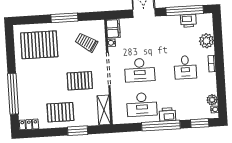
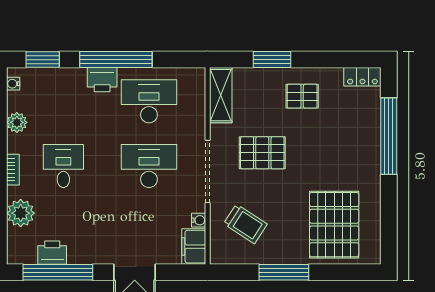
pallet: (39, 45) -> (334, 225), turned 90
plant: (212, 100) -> (17, 122), moved
pallet: (60, 112) -> (302, 96), width x0.67, depth x0.71

